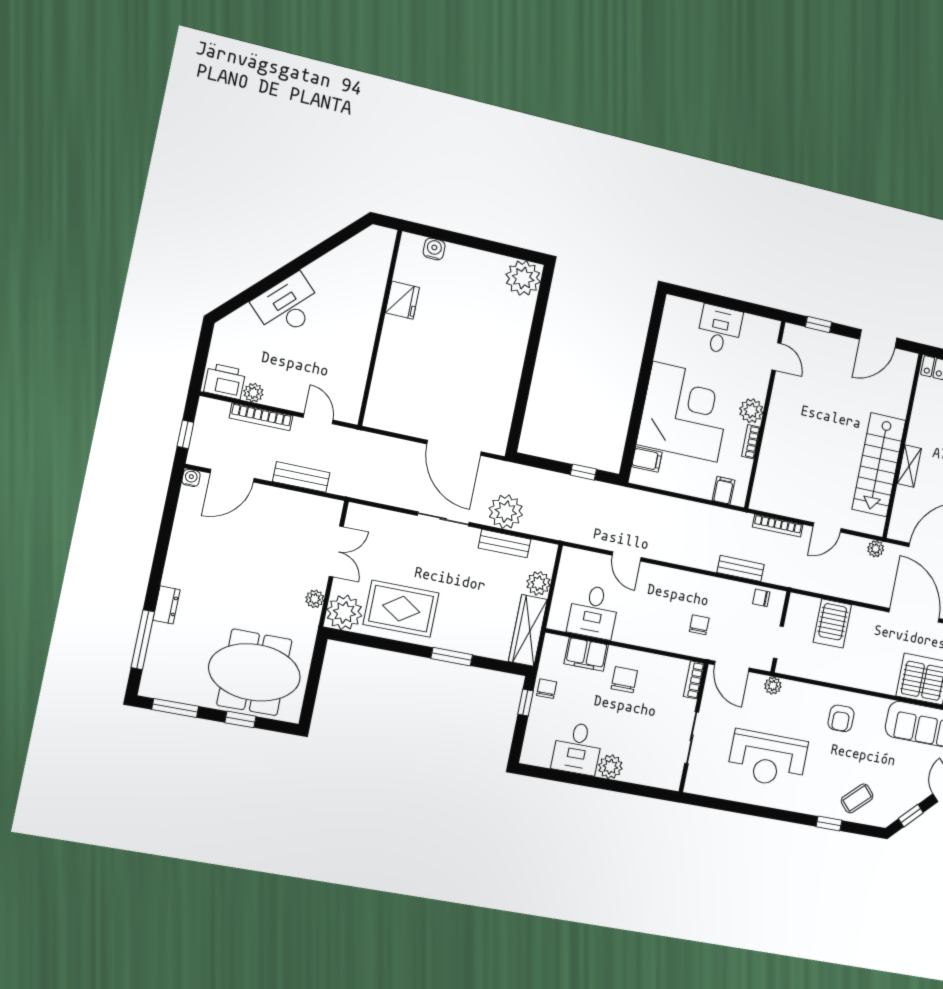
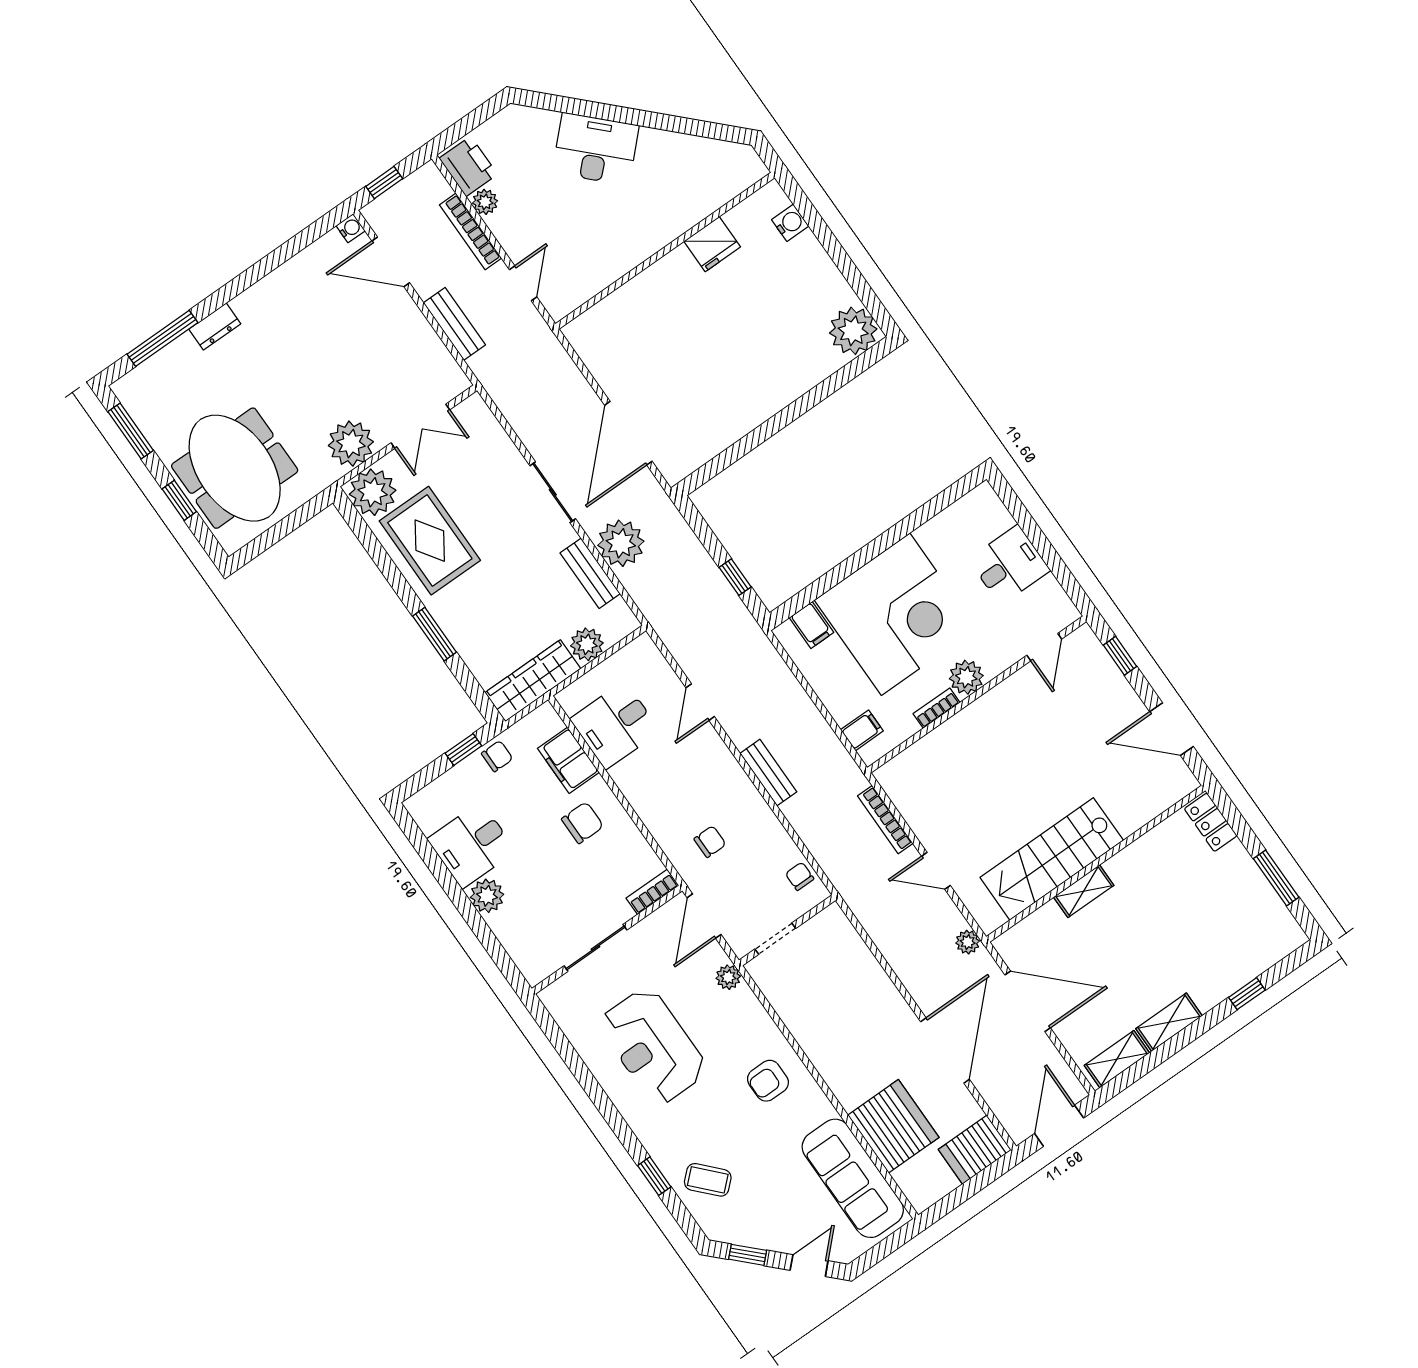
bench: (740, 568) -> (768, 773), moved
plant: (315, 599) -> (351, 444), width x1.87, depth x1.87
server rack: (832, 623) -> (850, 974), removed

